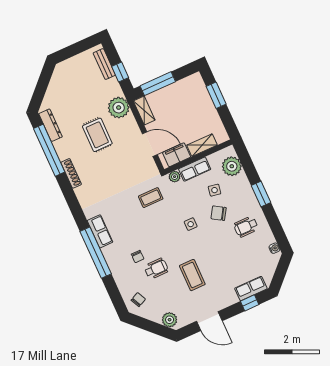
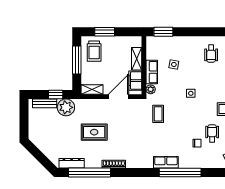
window: (158, 84) -> (77, 60), moved
trolley: (189, 93) -> (94, 51), added
plant: (119, 108) -> (66, 107), moved
plant: (232, 166) -> (162, 44), removed
window: (261, 194) -> (163, 32), moved
chair: (219, 213) -> (192, 69), removed

